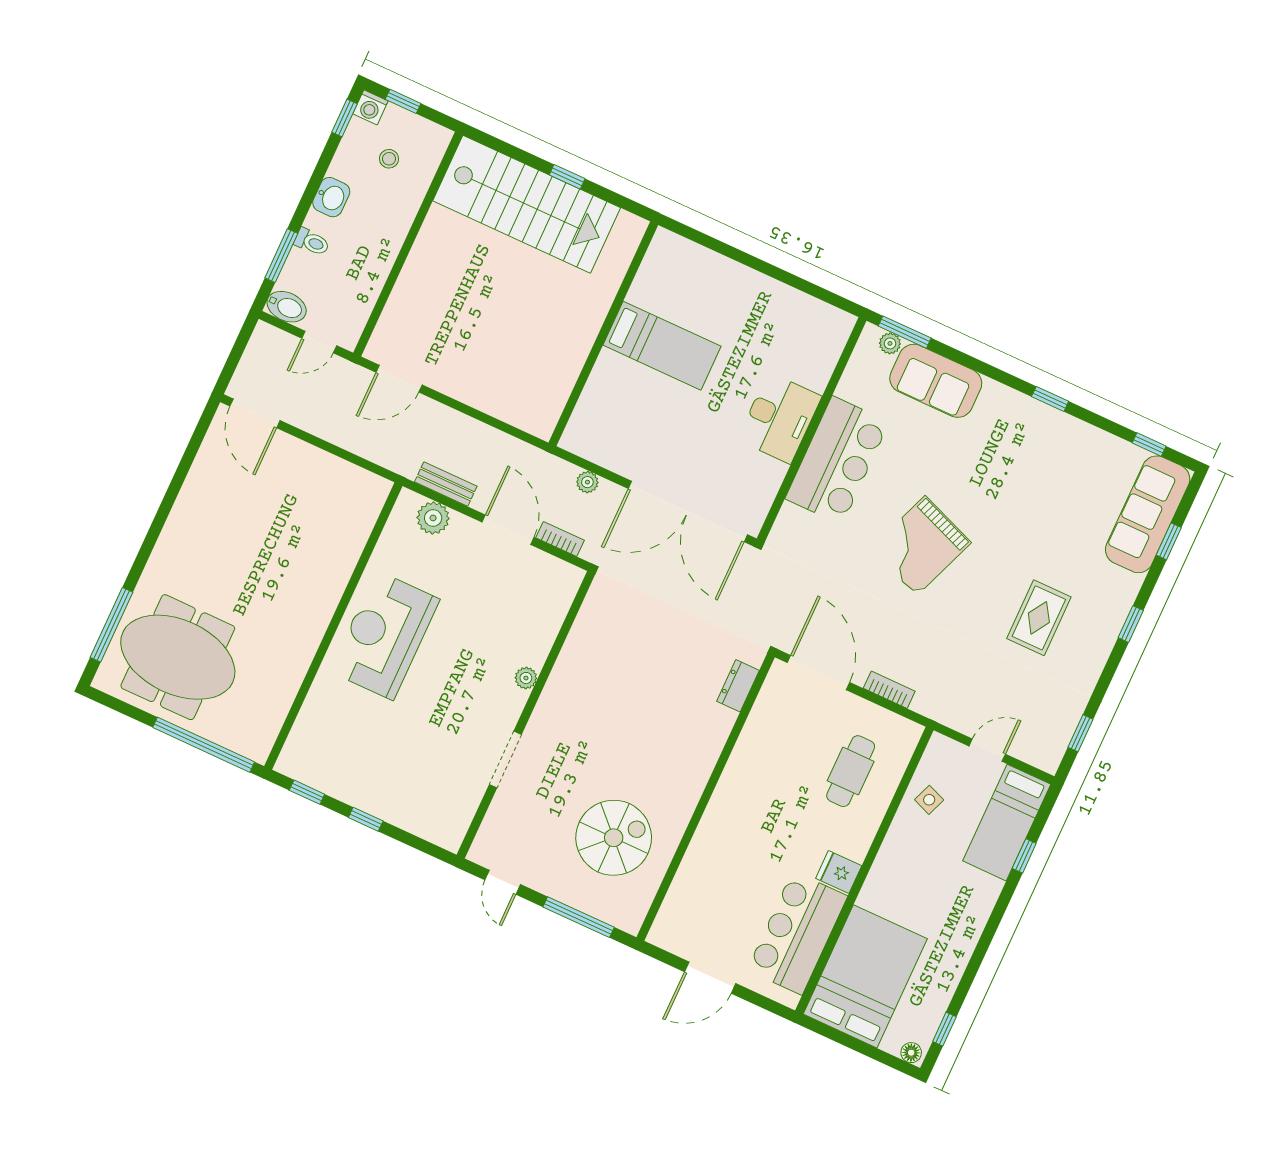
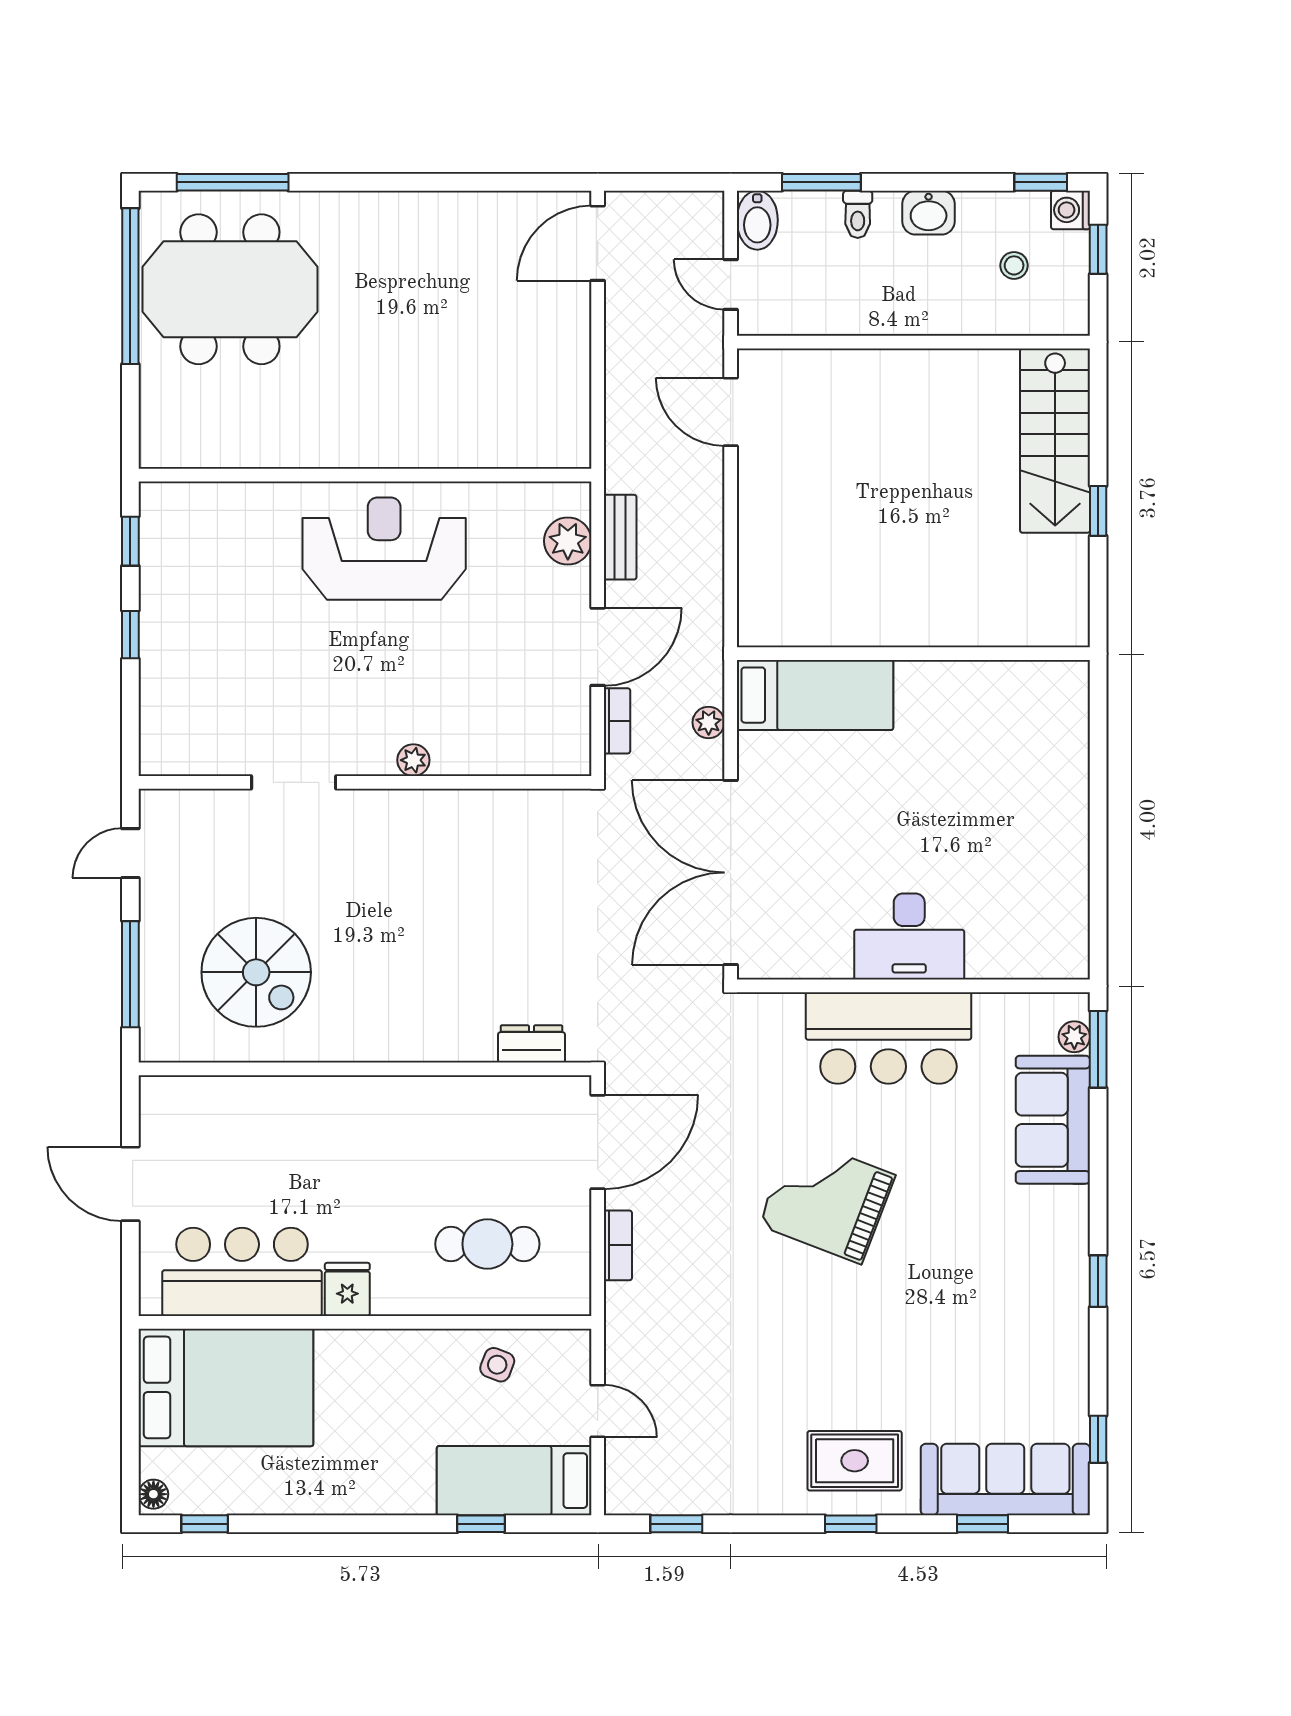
stairs: (527, 204) -> (1055, 441), width x0.73, depth x0.66
bed: (662, 346) -> (815, 695), moved, turned -90
rug: (1039, 618) -> (855, 1461), moved
meeting table: (178, 657) -> (230, 289), turned 90
window: (204, 745) -> (130, 286), moved

